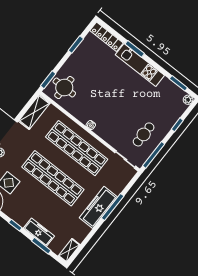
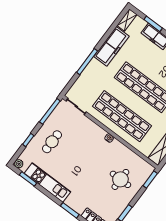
kitchen unit: (140, 65) -> (48, 182), moved
round table: (64, 88) -> (120, 179), moved
cafe table: (144, 134) -> (52, 142), moved
freezer: (98, 207) -> (111, 46), moved

